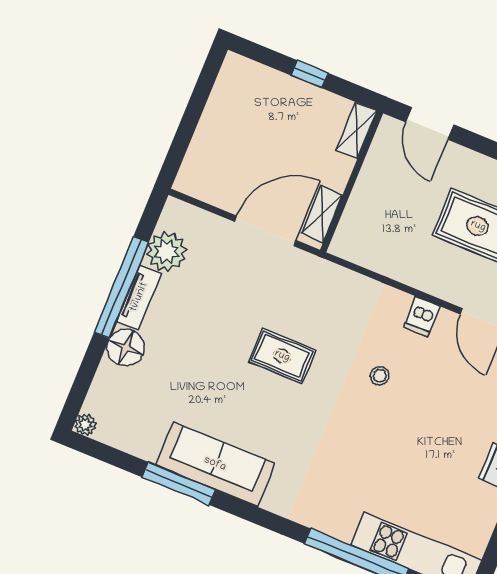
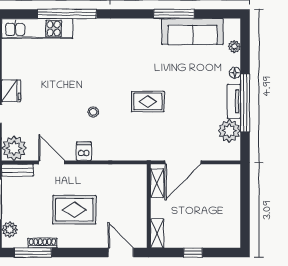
floor lamp: (126, 348) -> (235, 73), width x0.53, depth x0.53
plant: (86, 425) -> (234, 46), moved
sofa: (215, 464) -> (192, 32), moved

